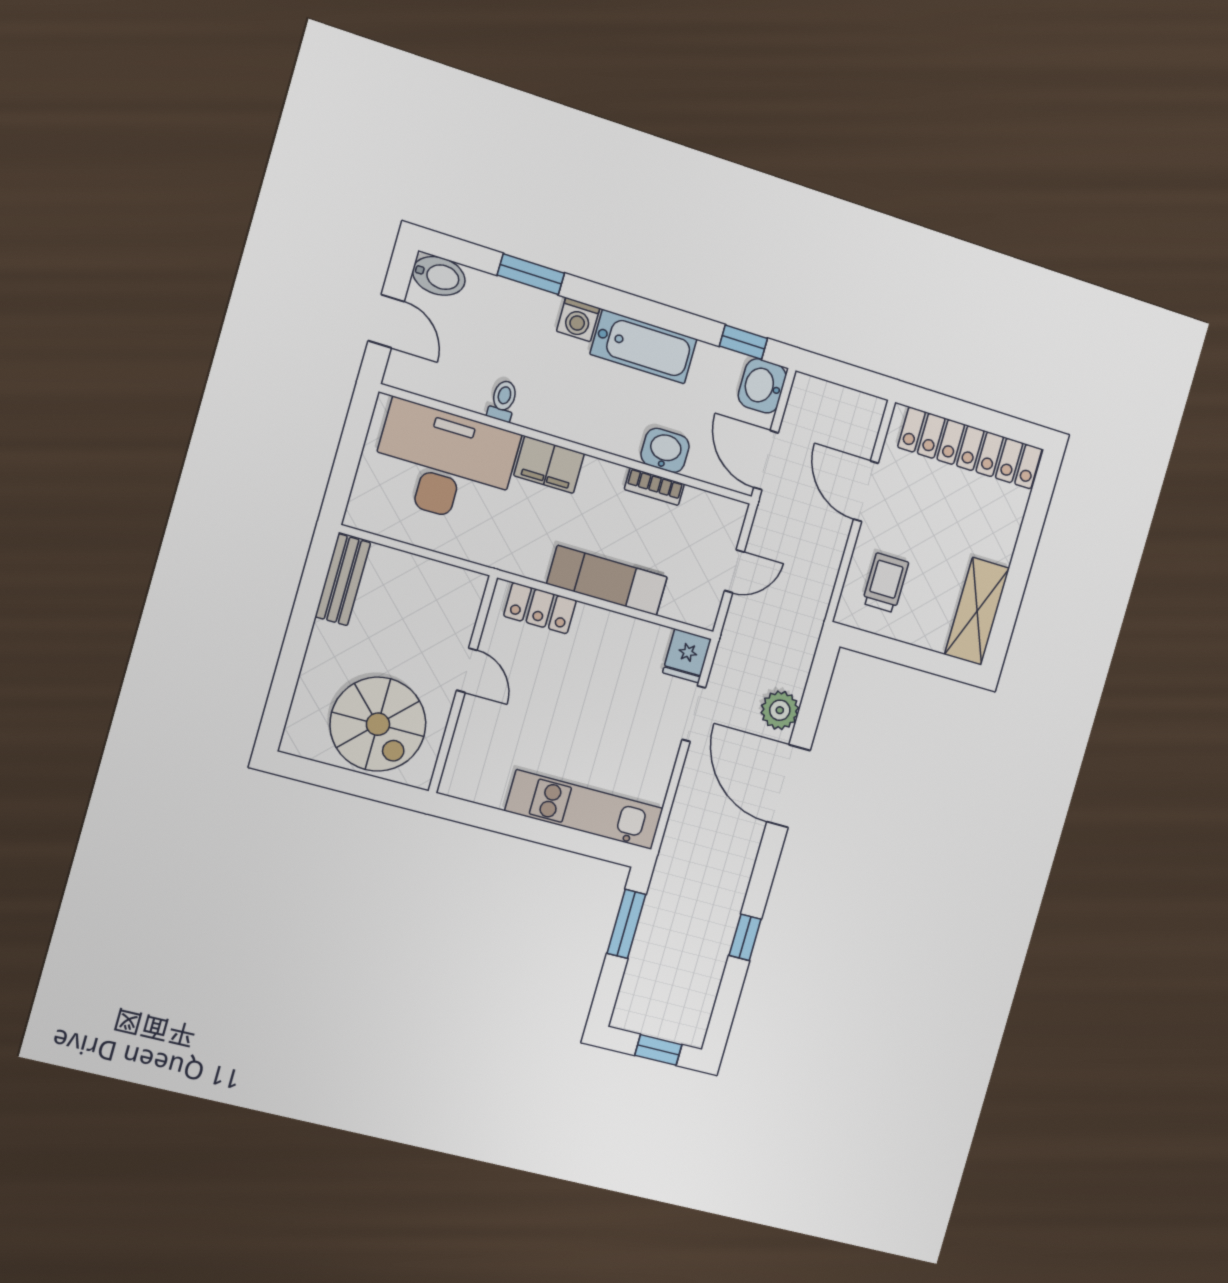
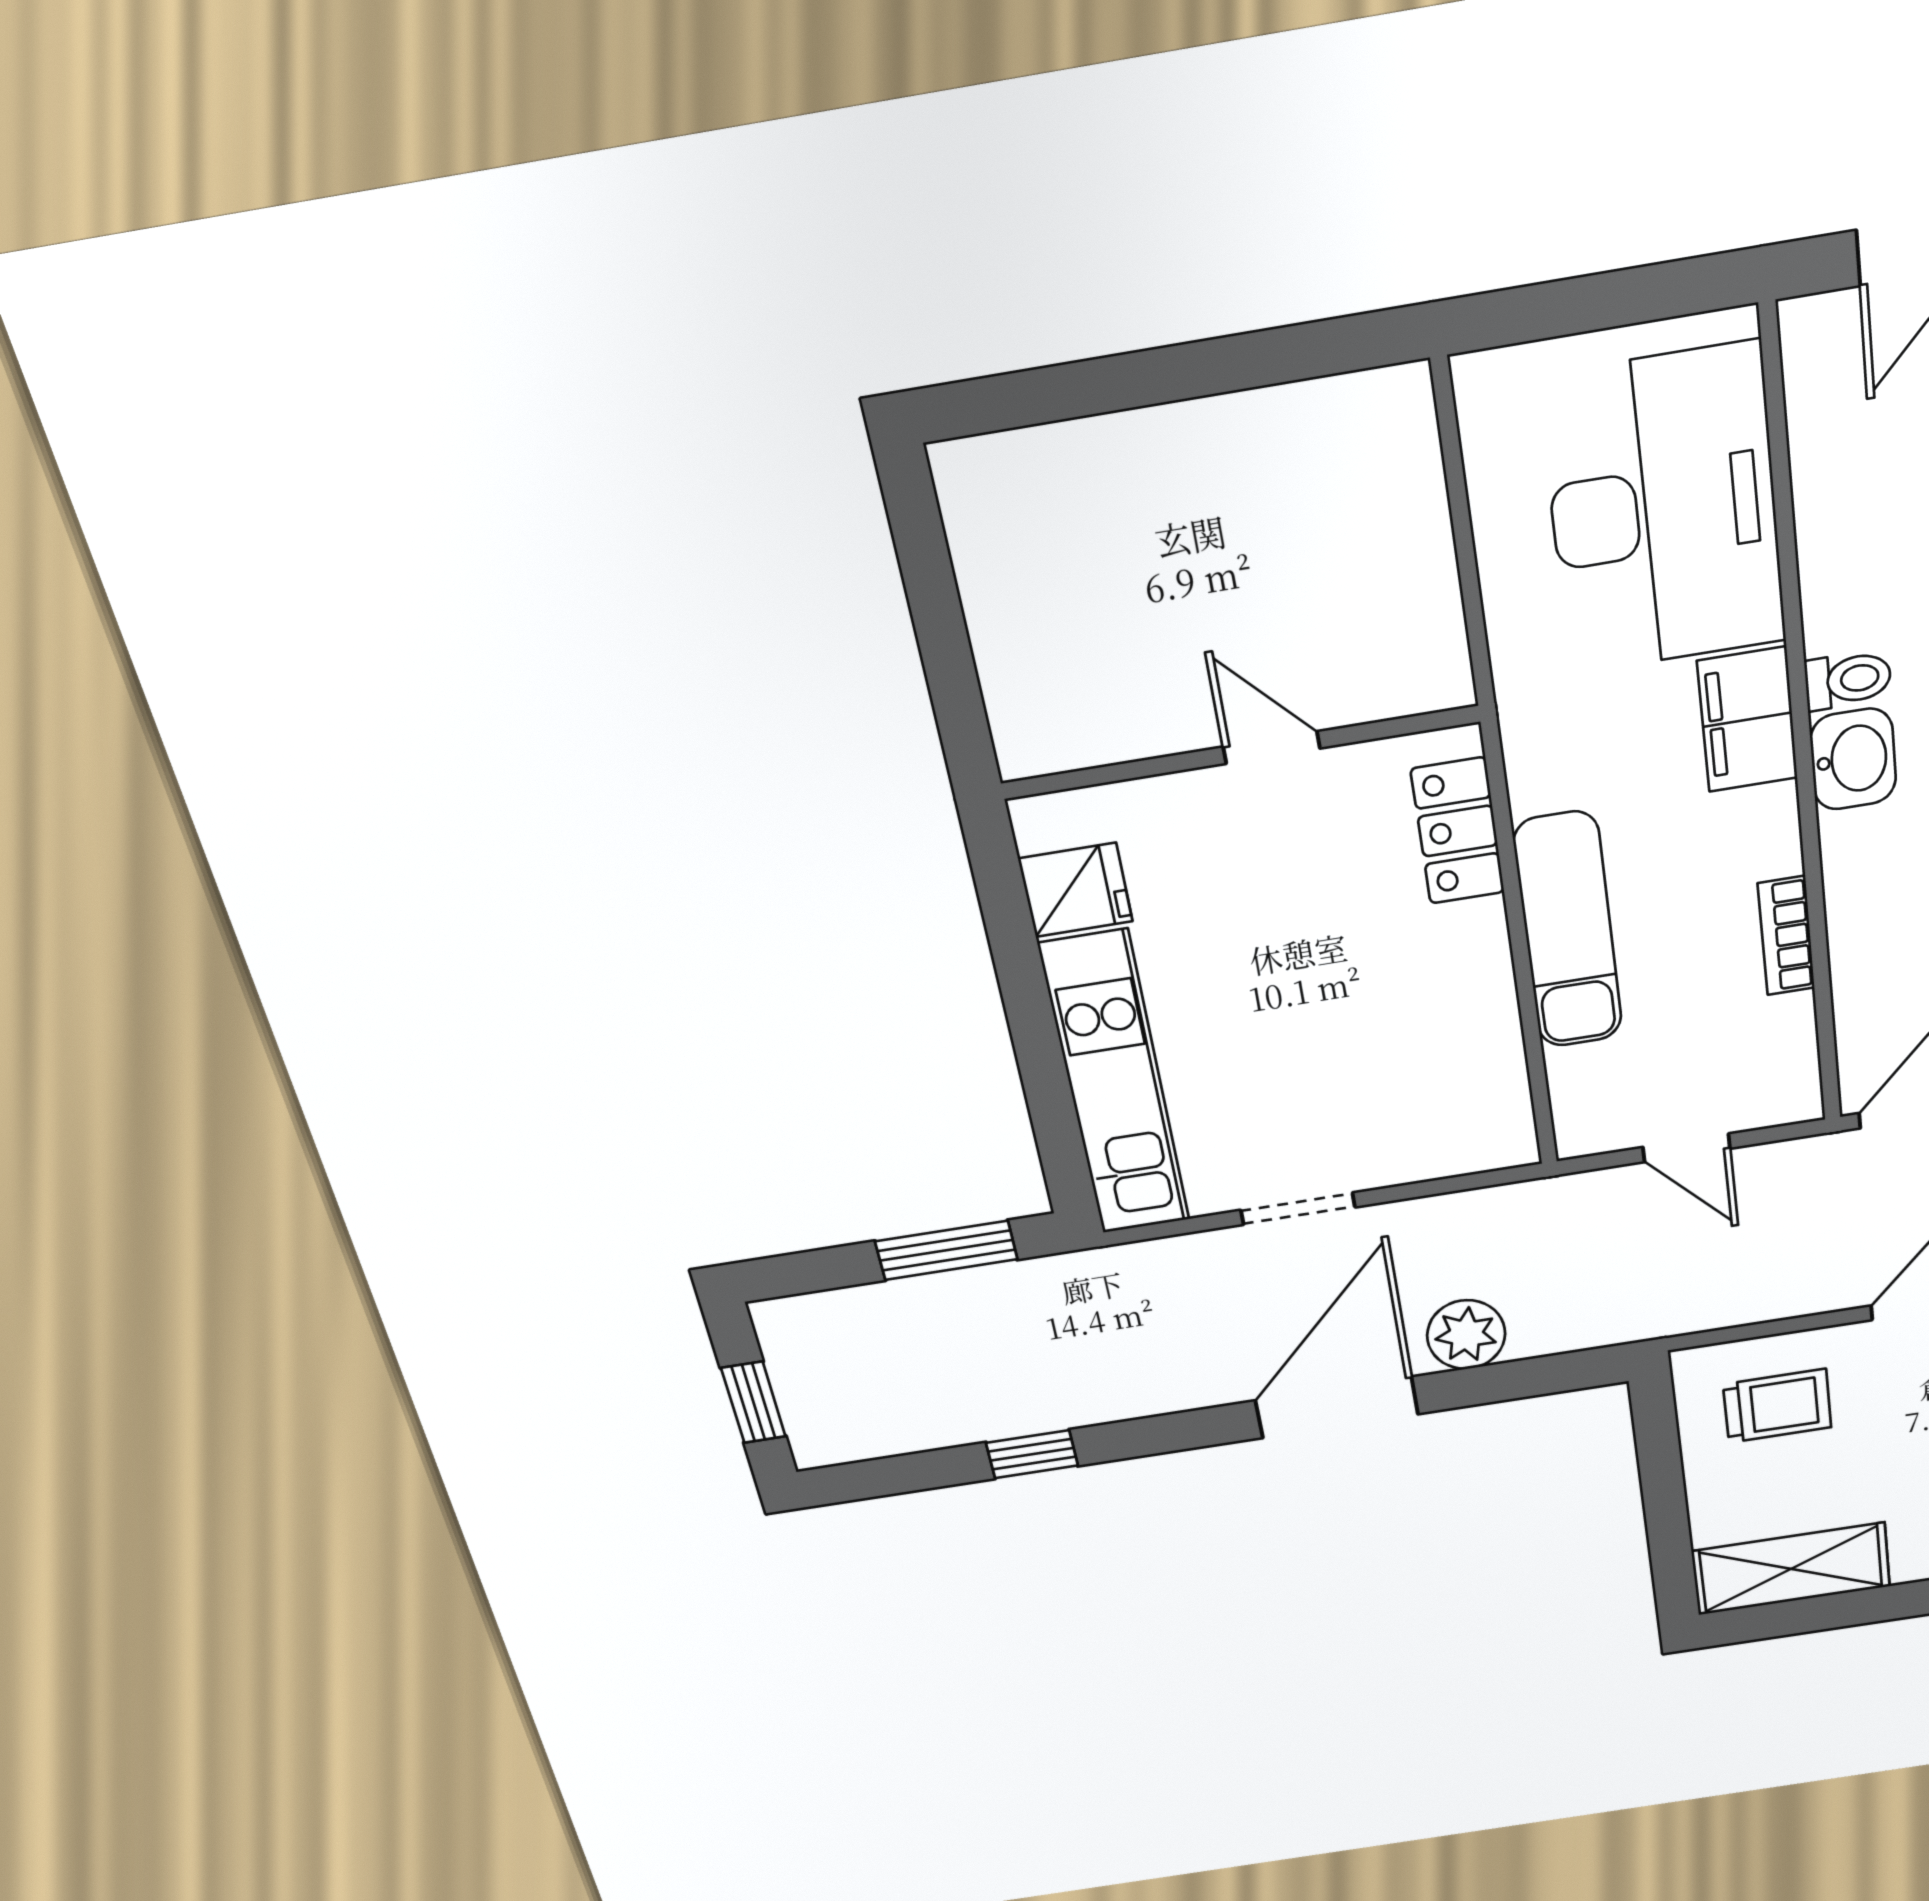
toilet: (503, 401) -> (1848, 680), moved
washbasin: (665, 450) -> (1853, 759), moved
bench: (343, 580) -> (1336, 413), removed
fridge: (687, 656) -> (1076, 890), moved, turned 180
door: (467, 670) -> (1272, 747), swing flipped
doorway: (694, 714) -> (1298, 1209), moved
spiral stairs: (378, 724) -> (1081, 623), removed

